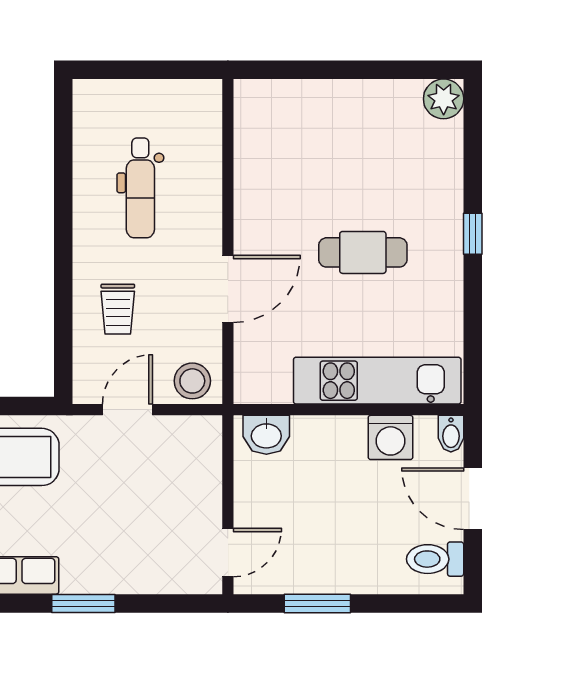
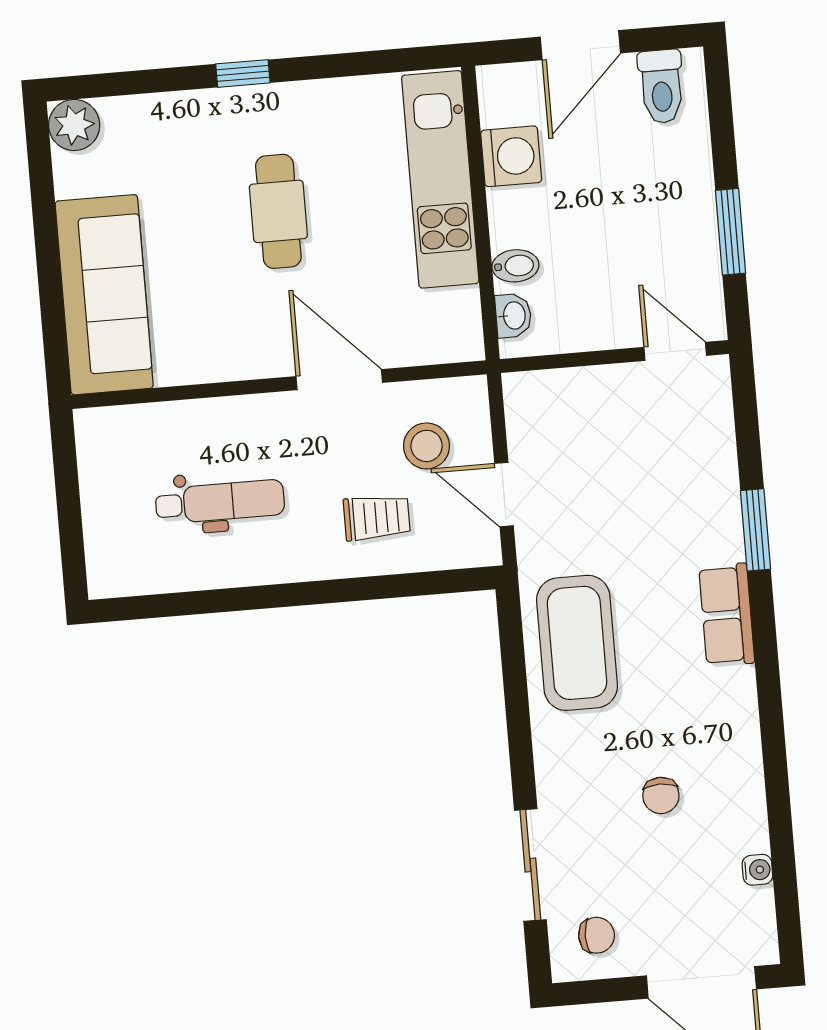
sofa: (309, 111) -> (104, 295), added
stool: (192, 381) -> (427, 446), moved
bidet: (451, 434) -> (515, 266), moved
washbasin: (266, 435) -> (513, 316), width x0.72, depth x0.69

